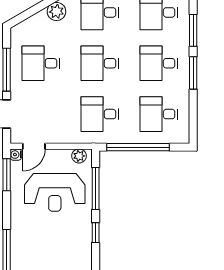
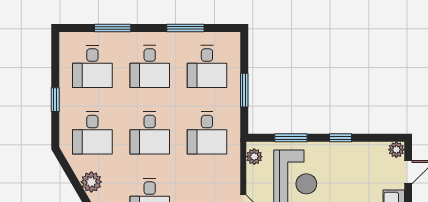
window: (193, 73) -> (185, 28), moved
window: (138, 147) -> (244, 90), width x0.47
window: (96, 188) -> (291, 138), width x0.69

